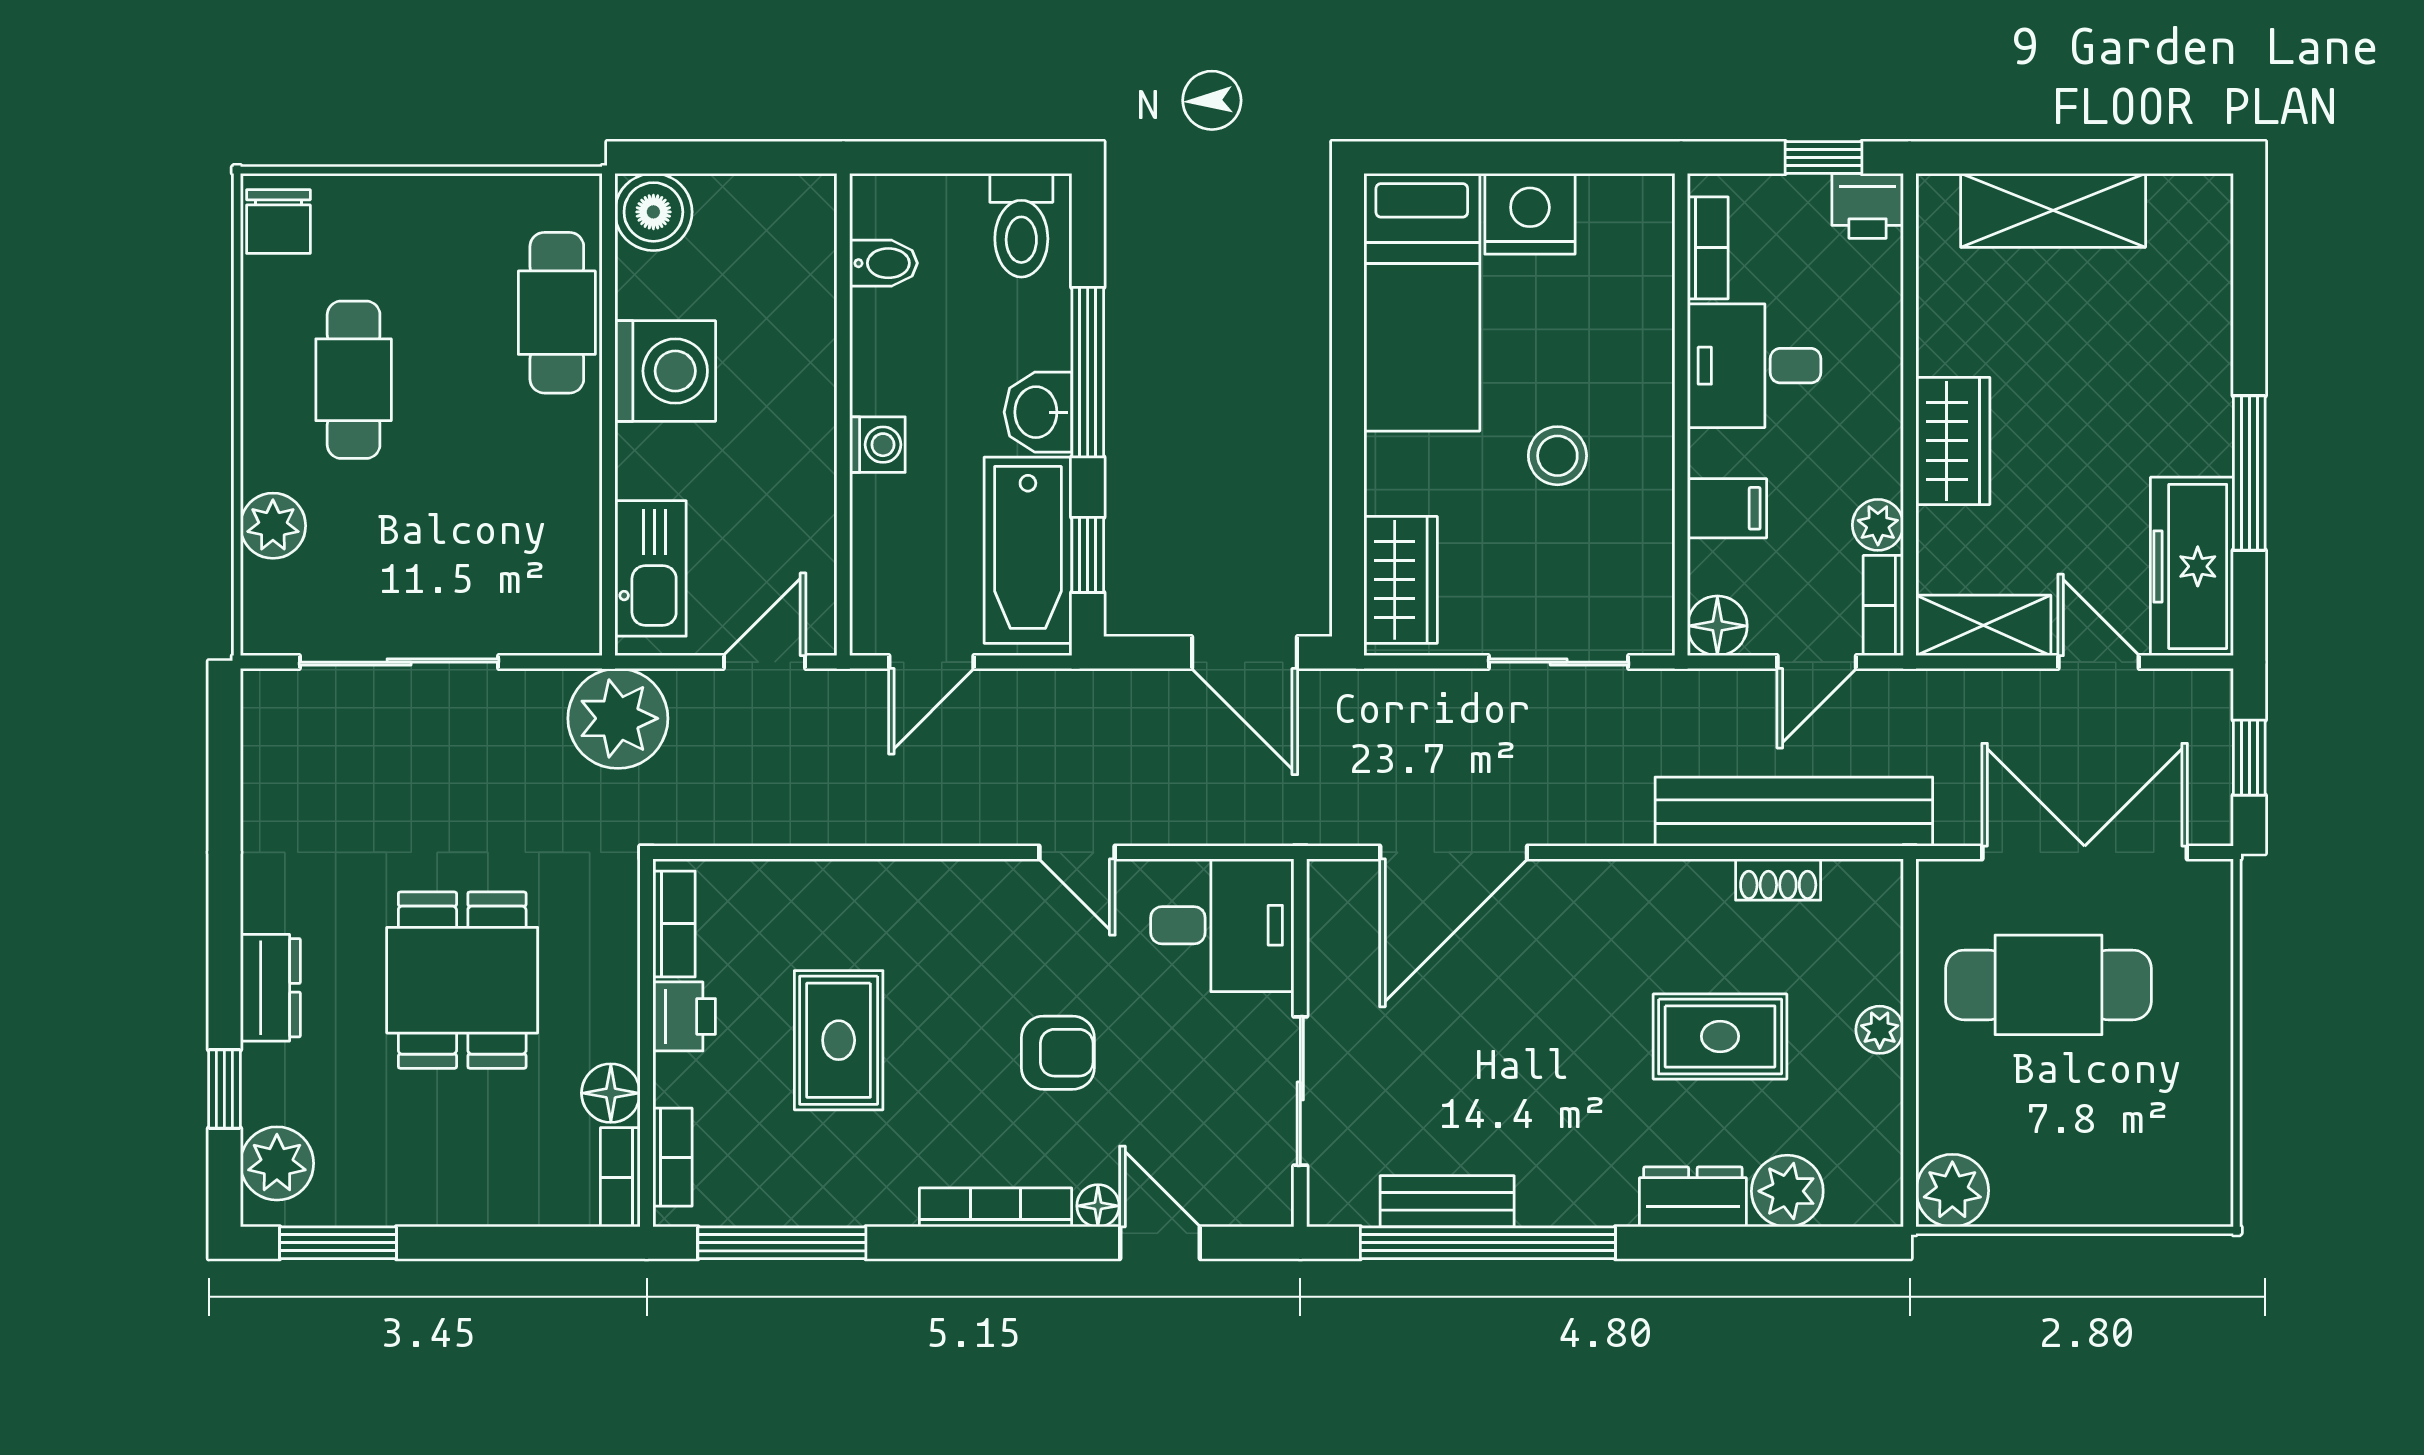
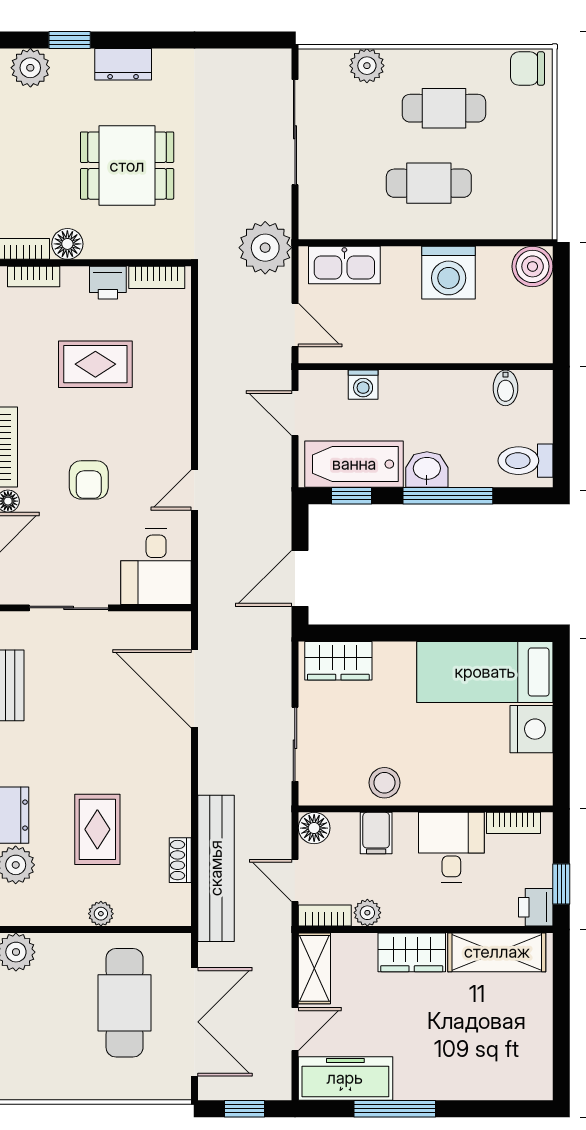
shelving: (2053, 210) -> (497, 952), moved, turned 90
cafe table: (557, 313) -> (429, 183), moved
washing machine: (877, 445) -> (363, 385), moved
stool: (1557, 456) -> (384, 783), moved

